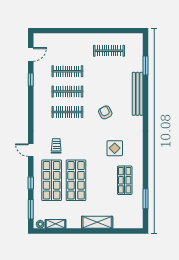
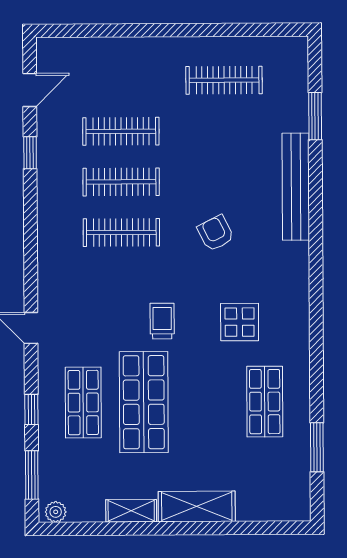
trolley: (56, 146) -> (162, 321), moved
shop shelf: (52, 180) -> (83, 403), width x0.70, depth x0.74
shelving: (56, 224) -> (131, 511), moved

